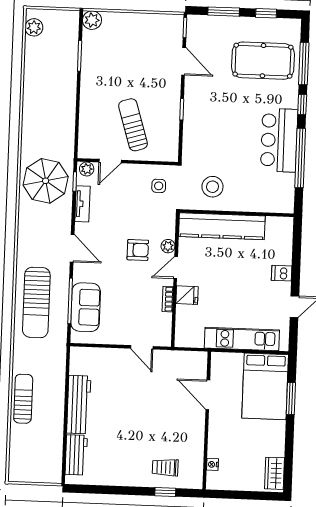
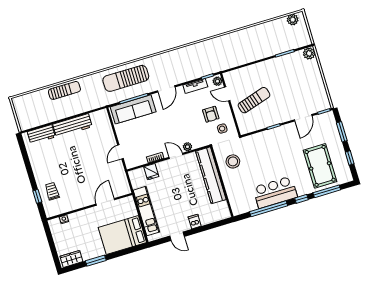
parasol: (46, 181) -> (202, 59), removed
armchair: (138, 250) -> (211, 114), moved
fridge: (187, 295) -> (151, 172), moved
sofa: (86, 307) -> (133, 109), width x1.36
window: (291, 399) -> (96, 261), moved

